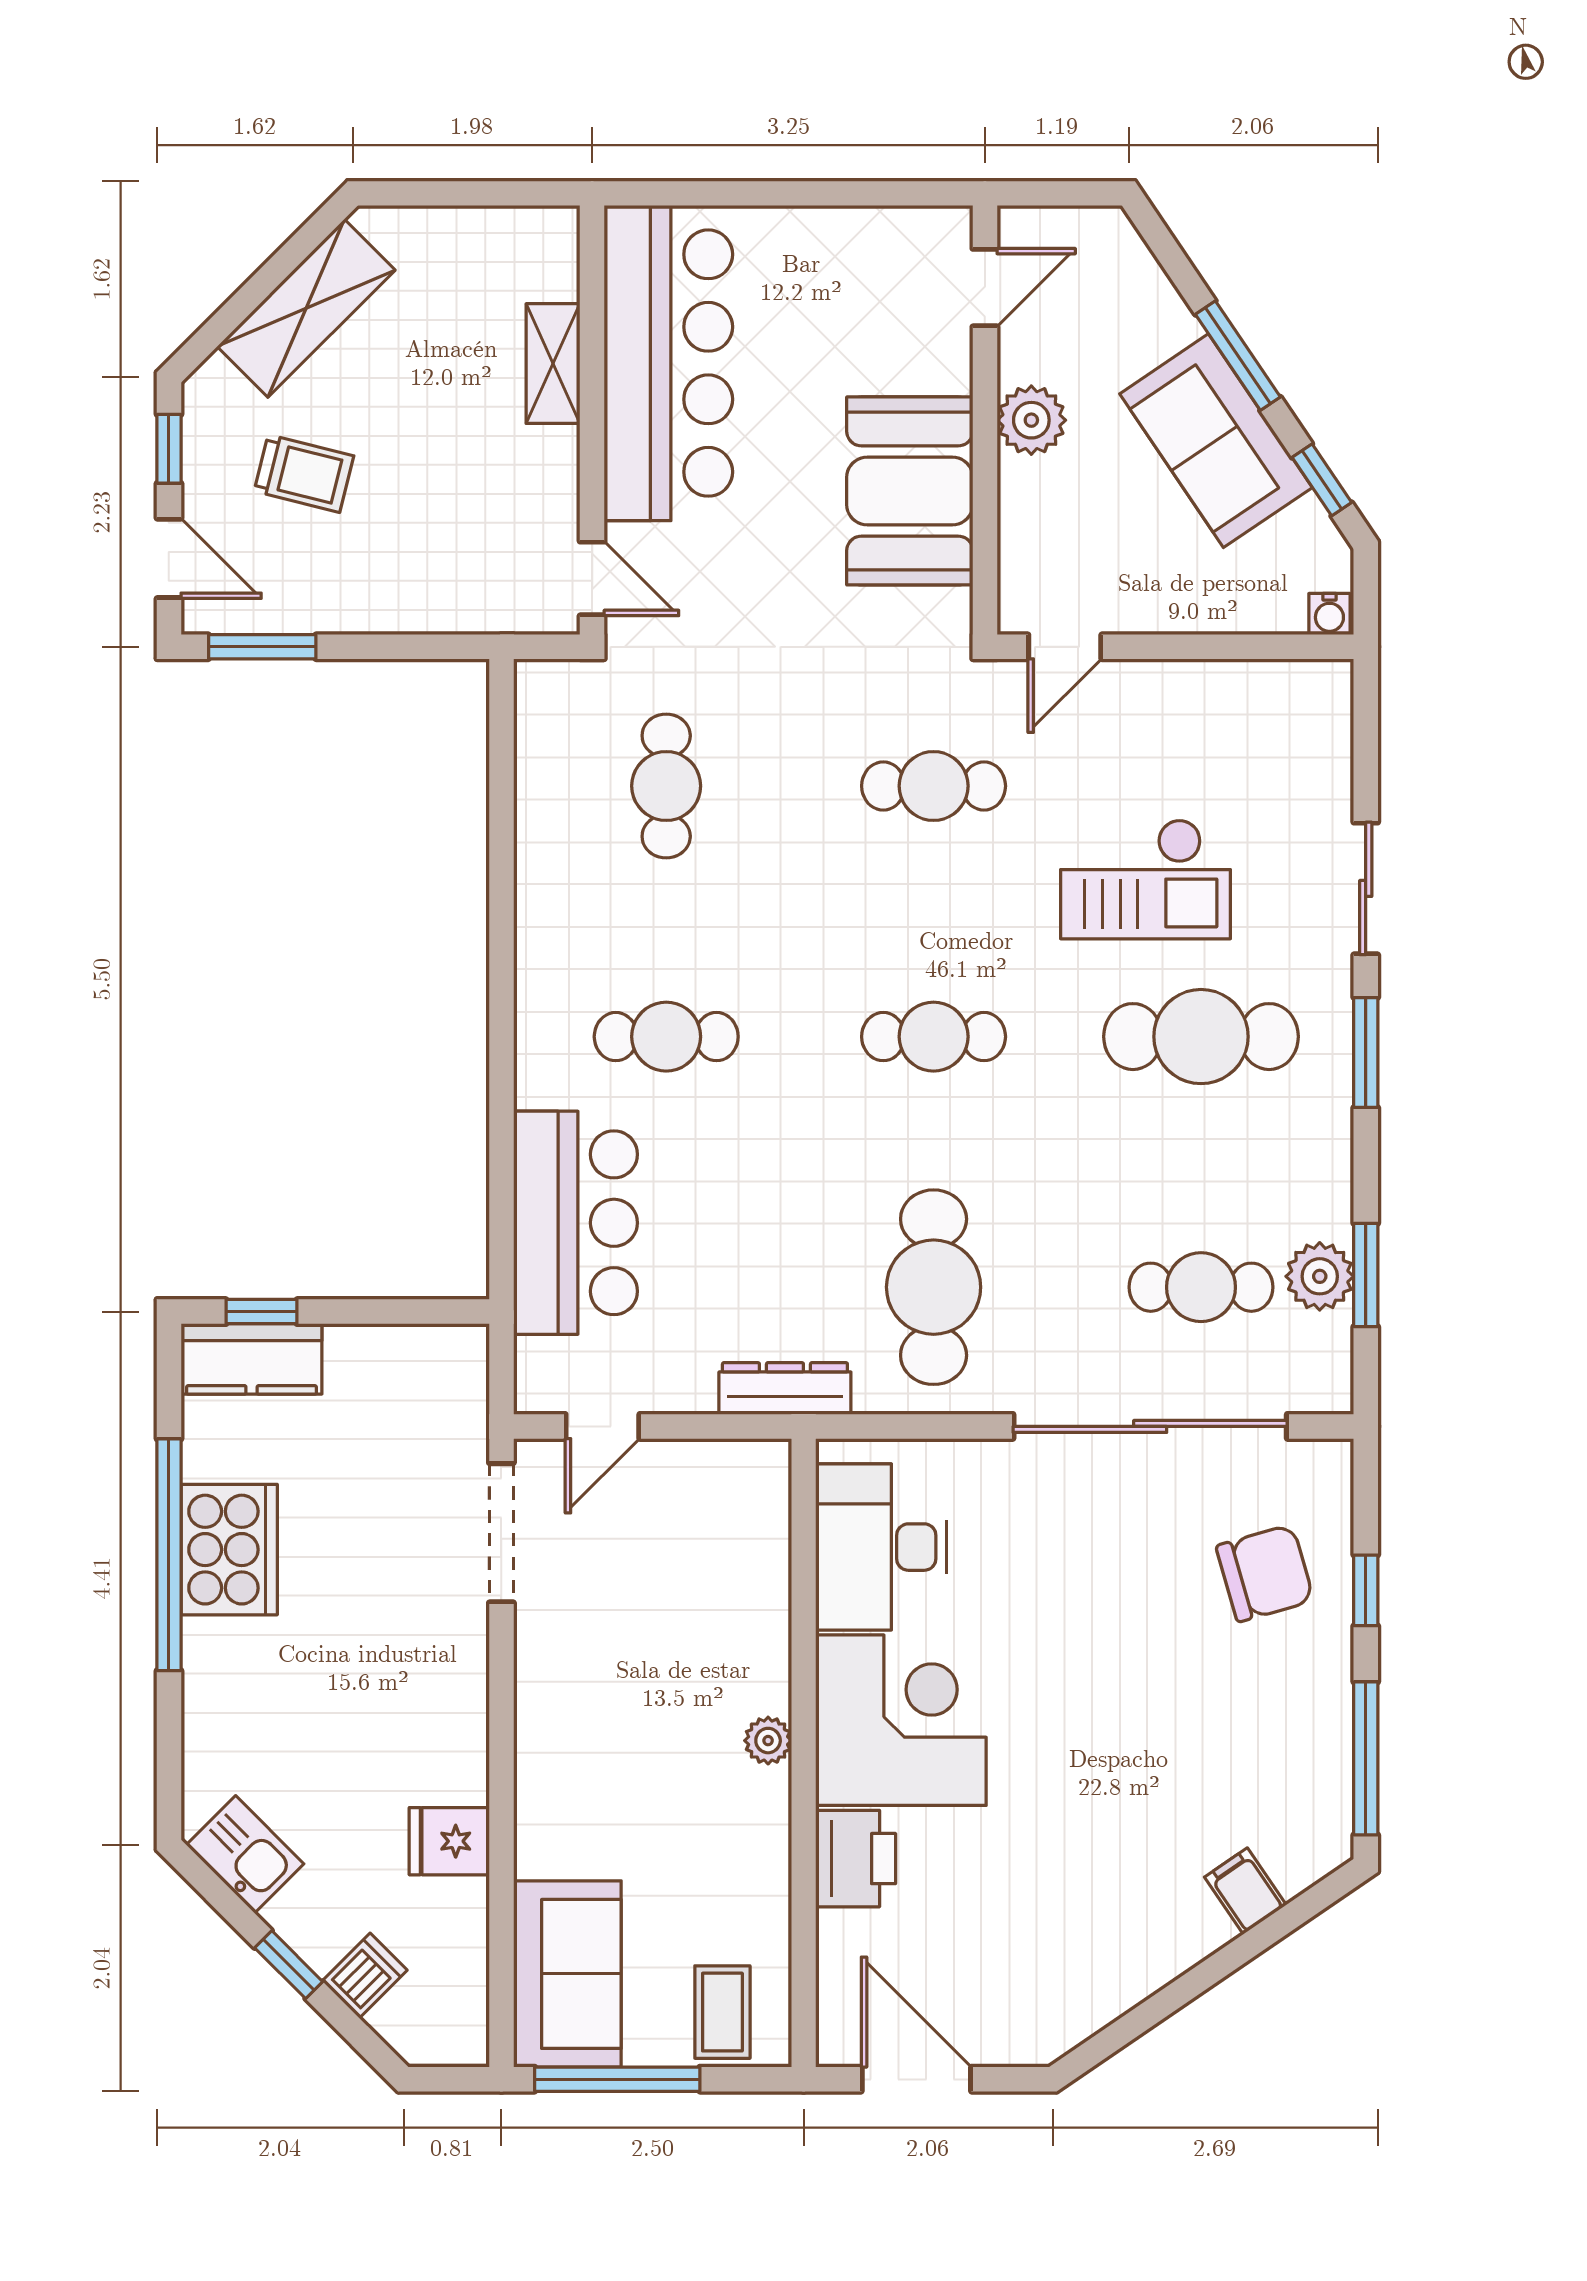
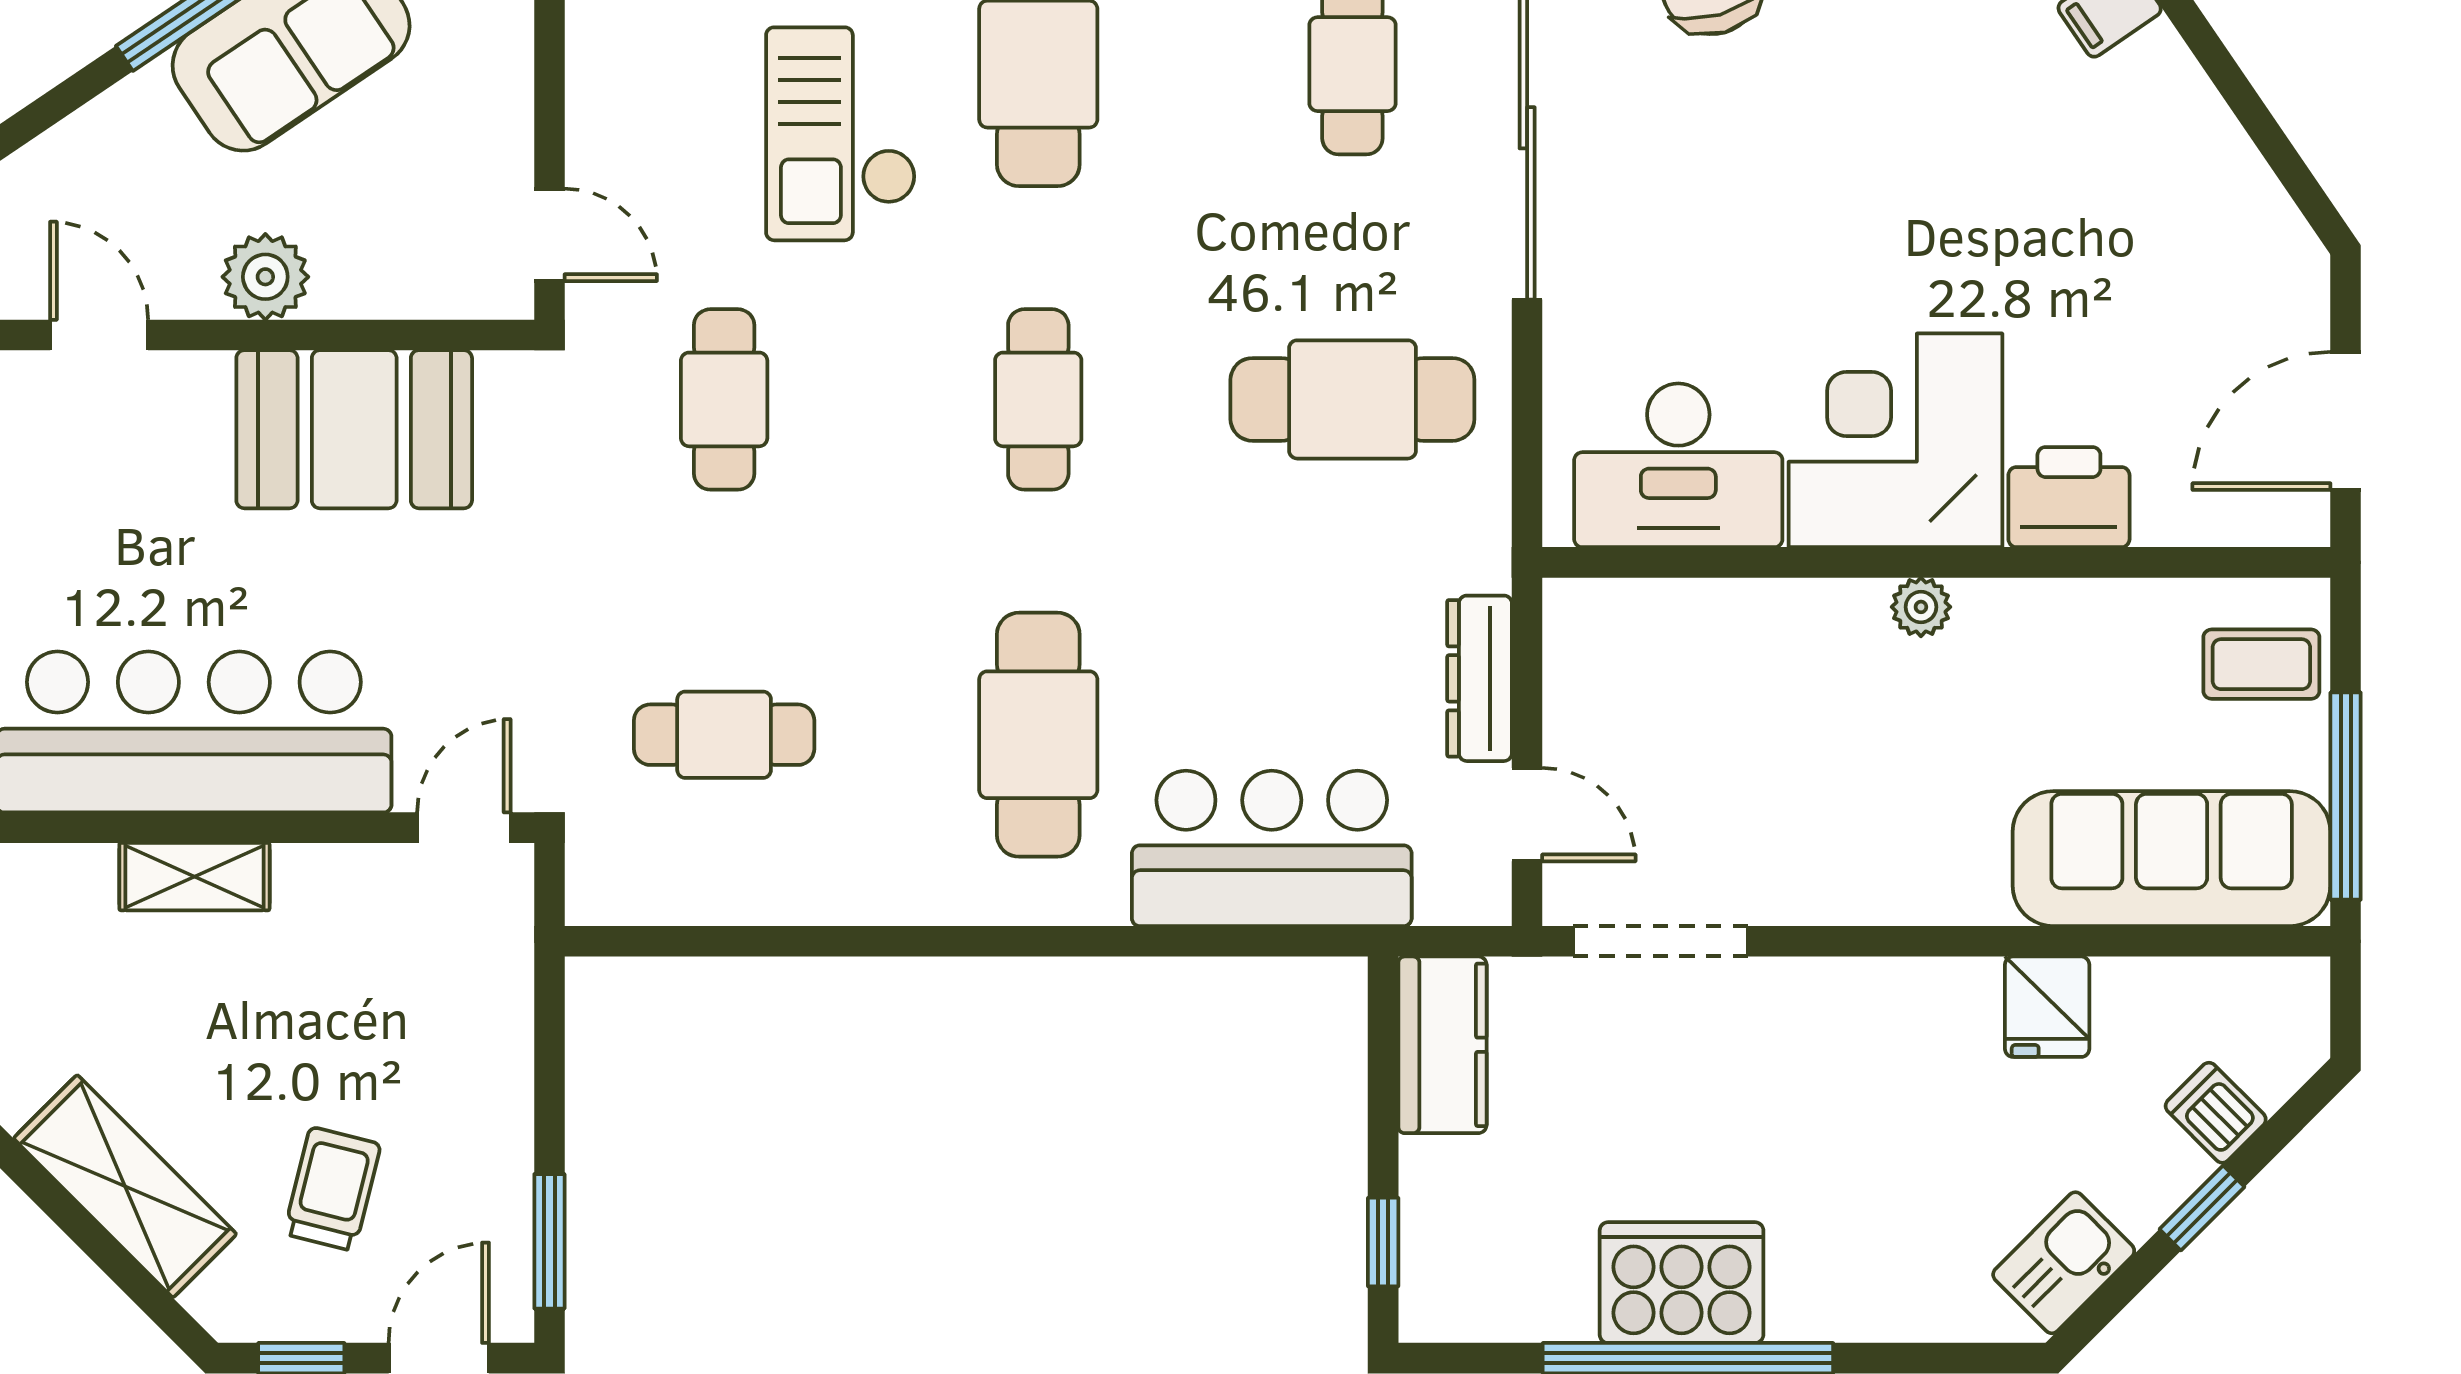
checkout: (1145, 879) -> (841, 134), turned 180
cafe table: (666, 1037) -> (1038, 735), width x1.37, depth x1.35
kitchen counter: (252, 1359) -> (1442, 1045), moved
dresser: (785, 1389) -> (1480, 678), moved
sofa: (567, 1974) -> (2172, 859), width x1.36

